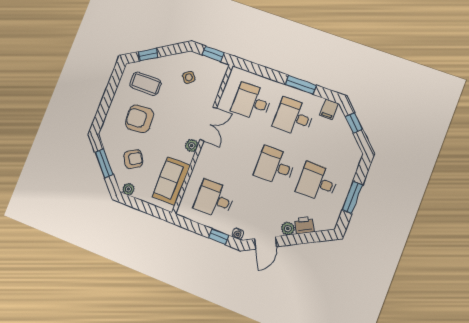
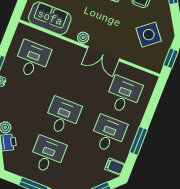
side table: (189, 77) -> (149, 35), width x1.87, depth x1.87

